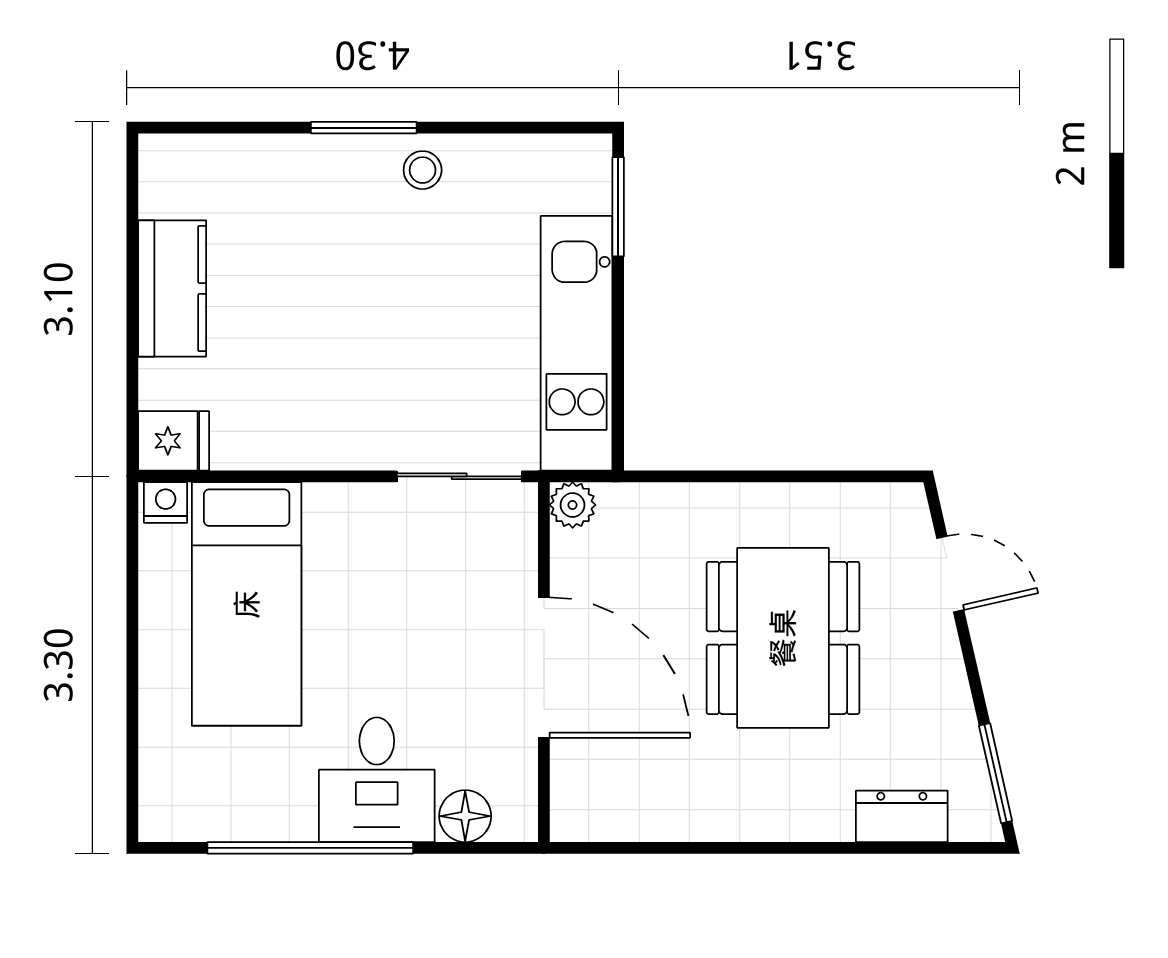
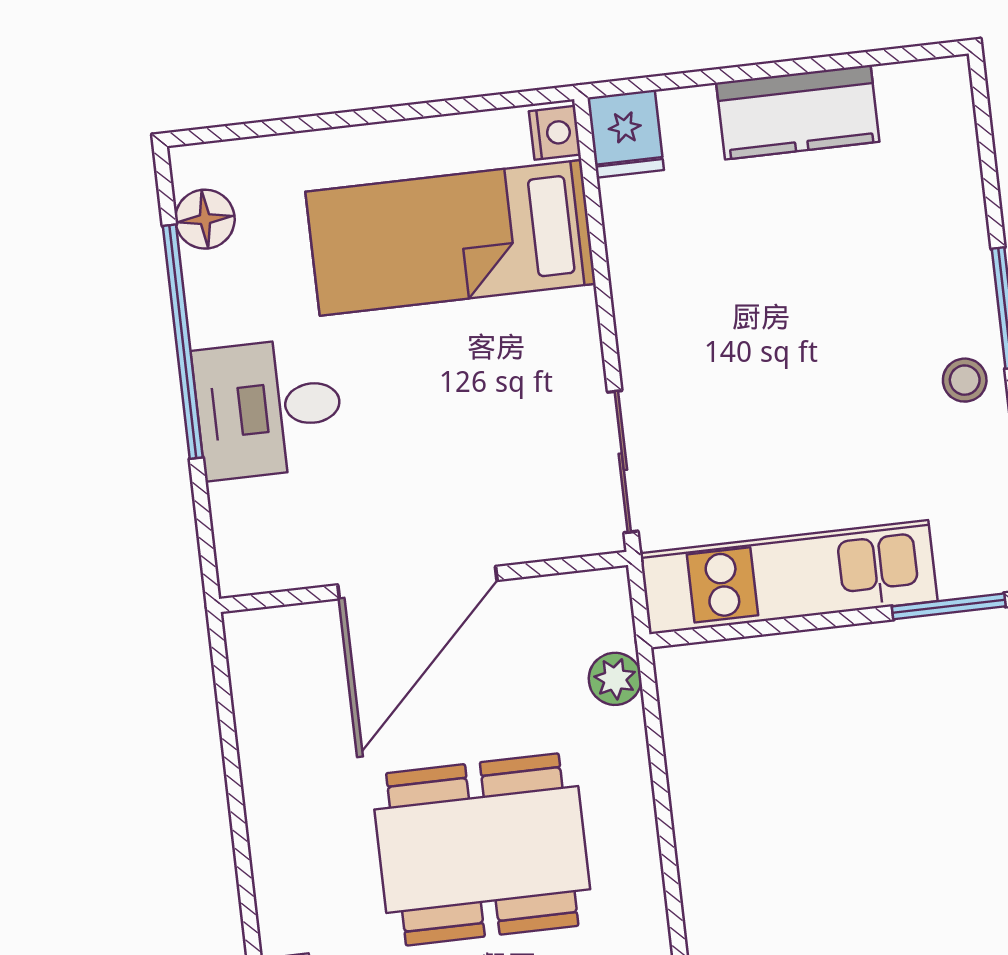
plant: (573, 505) -> (615, 679), moved
floor lamp: (465, 816) -> (205, 219), moved

